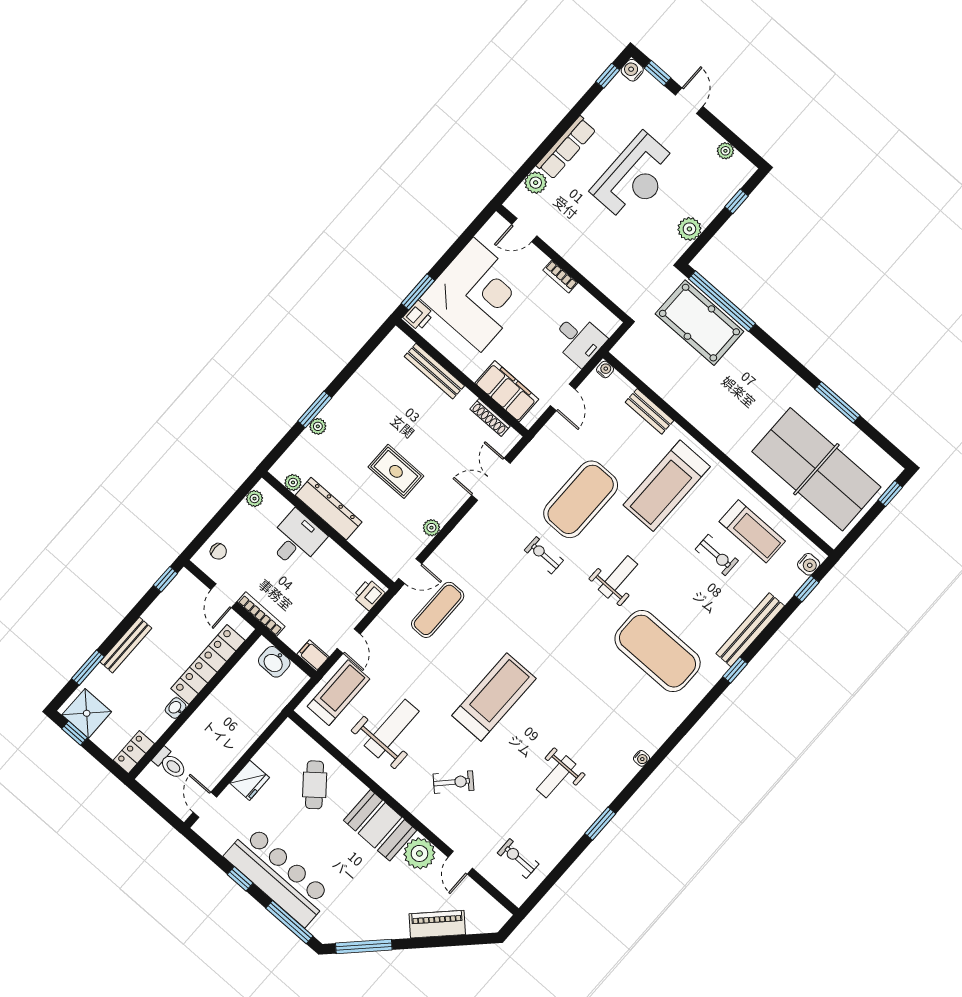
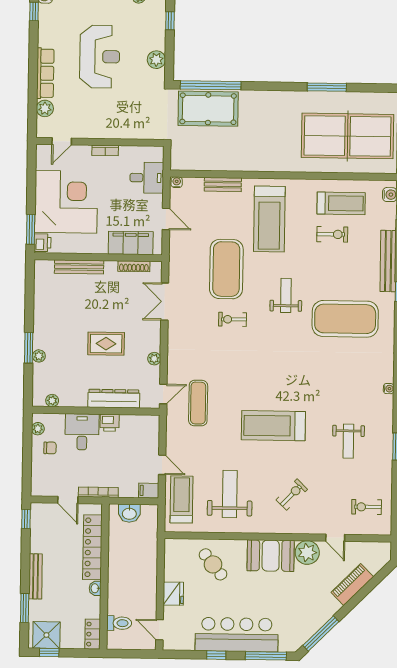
dresser: (329, 509) -> (114, 399), moved
chair: (218, 551) -> (50, 448), moved
printer: (369, 595) -> (110, 423), moved, turned -90
treadmill: (494, 697) -> (273, 426), turned -90

